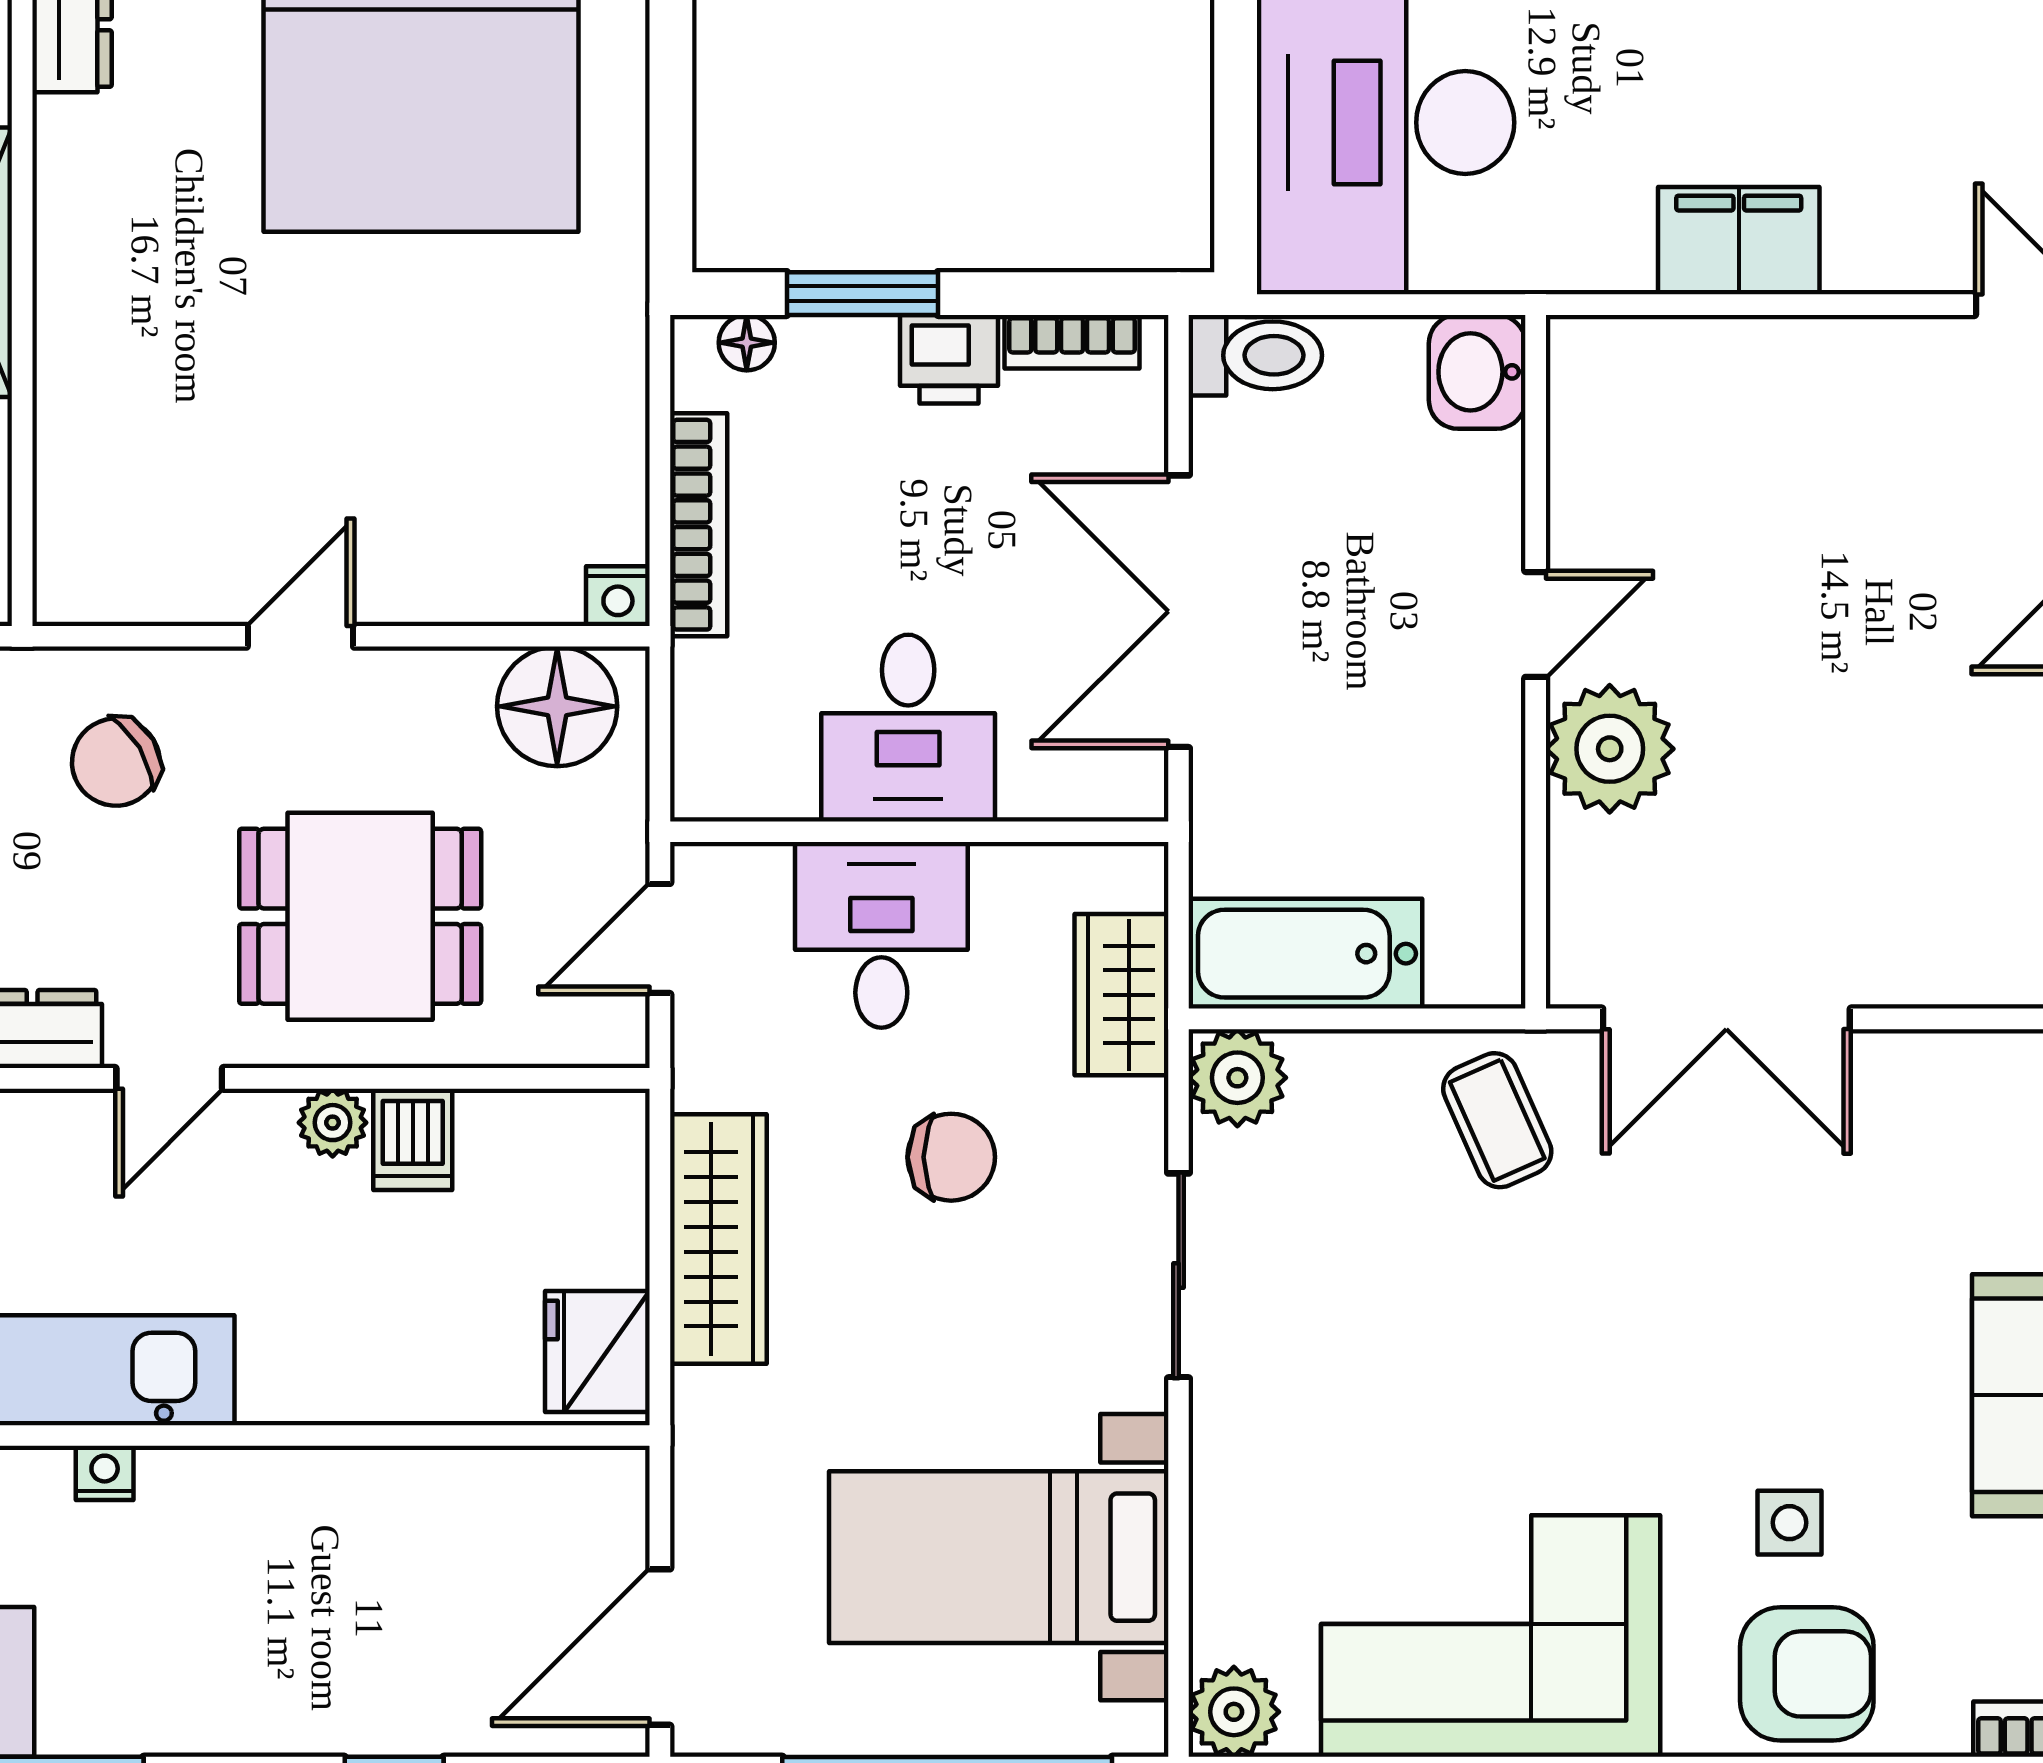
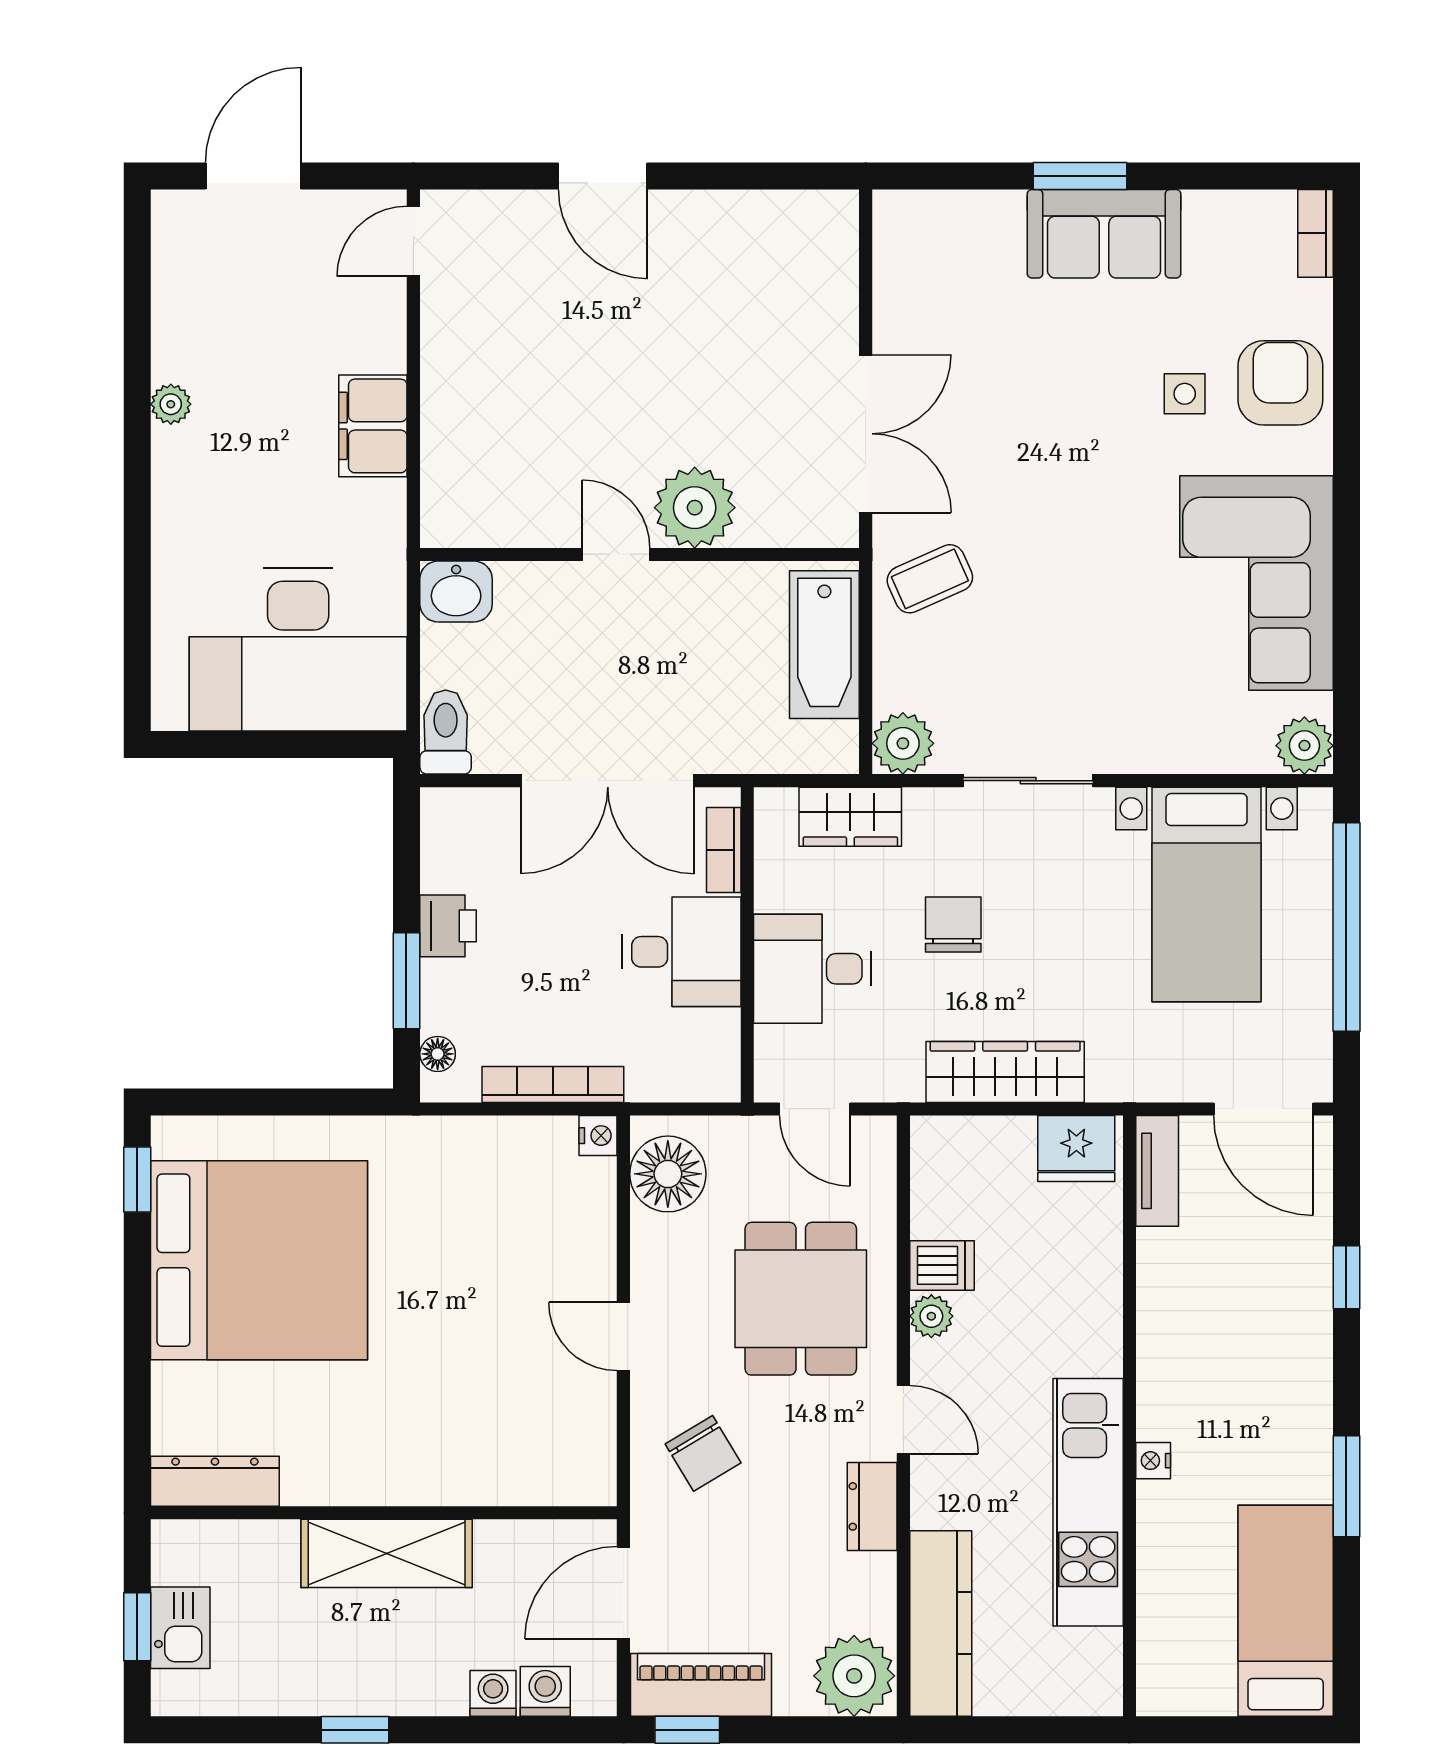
bookcase: (1072, 342) -> (724, 850), moved, turned 180
bathtub: (1305, 954) -> (824, 645), moved
tv unit: (562, 1479) -> (1157, 1171), added

